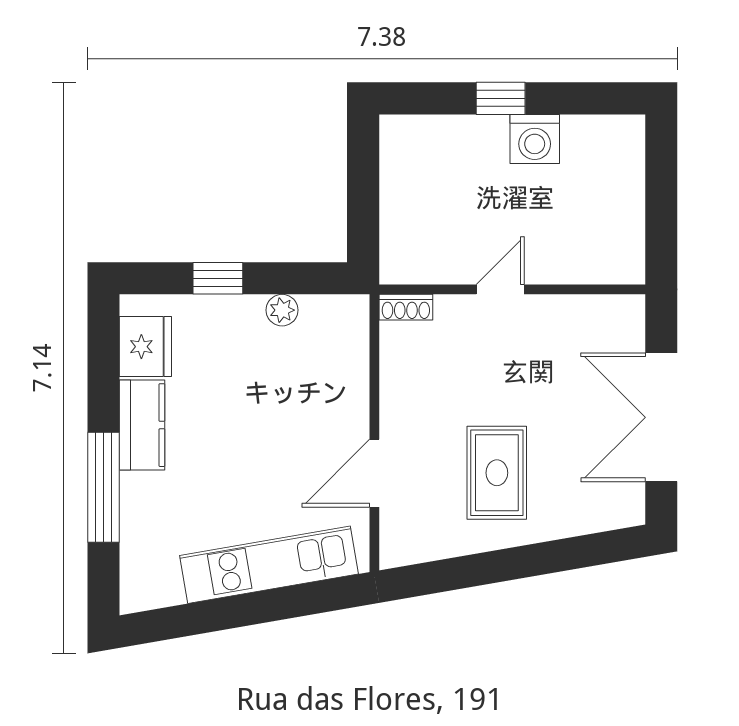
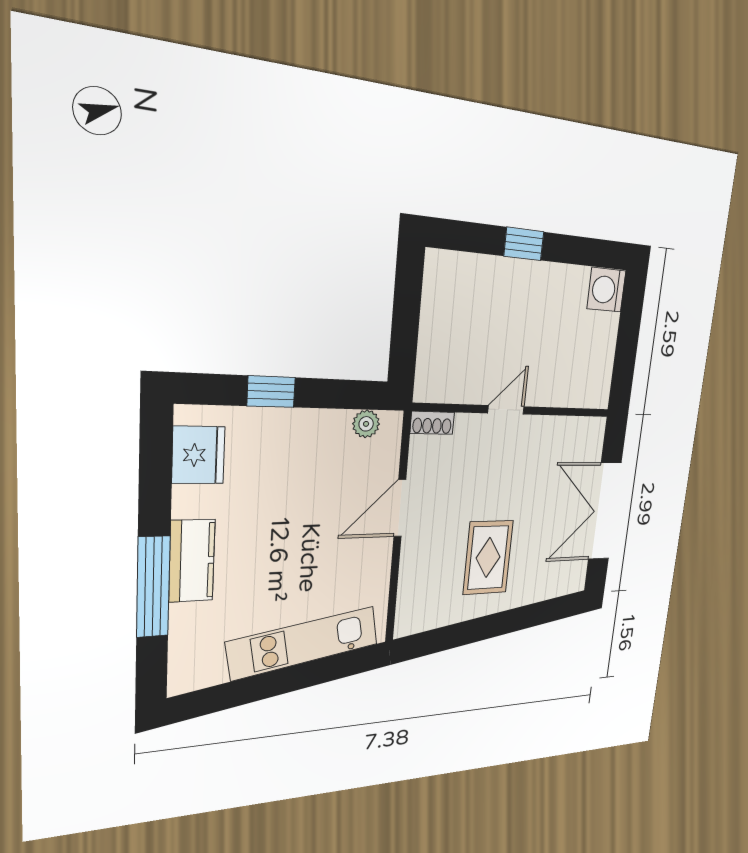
washing machine: (535, 139) -> (606, 290), moved, turned 90
plant: (282, 310) -> (366, 424), moved
kitchen counter: (142, 425) -> (192, 561), moved
door: (374, 473) -> (400, 508), moved

